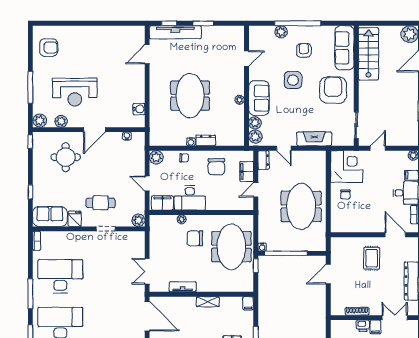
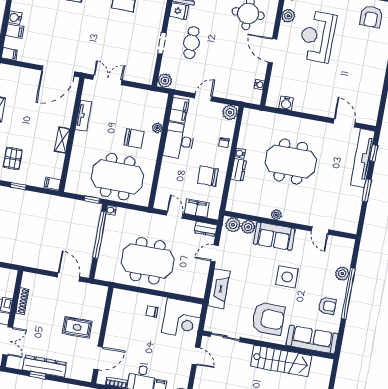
armchair: (304, 50) -> (327, 306), moved
stairs: (368, 54) -> (281, 361), moved
chair: (195, 238) -> (134, 138), turned 90

